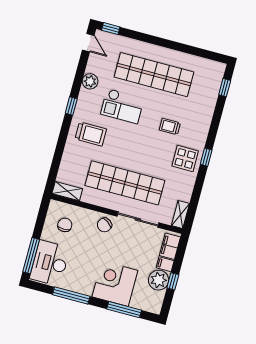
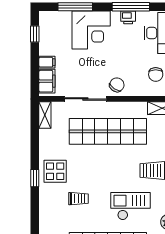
plant: (159, 280) -> (49, 45), removed
window: (173, 281) -> (35, 34), moved
printer: (77, 286) -> (128, 17), added

